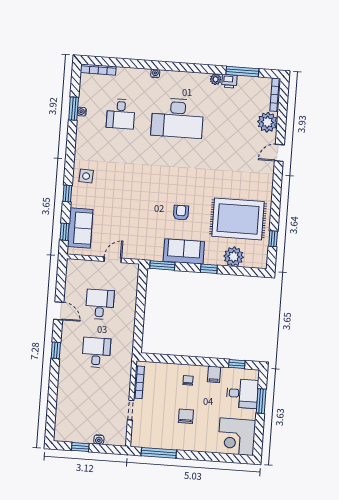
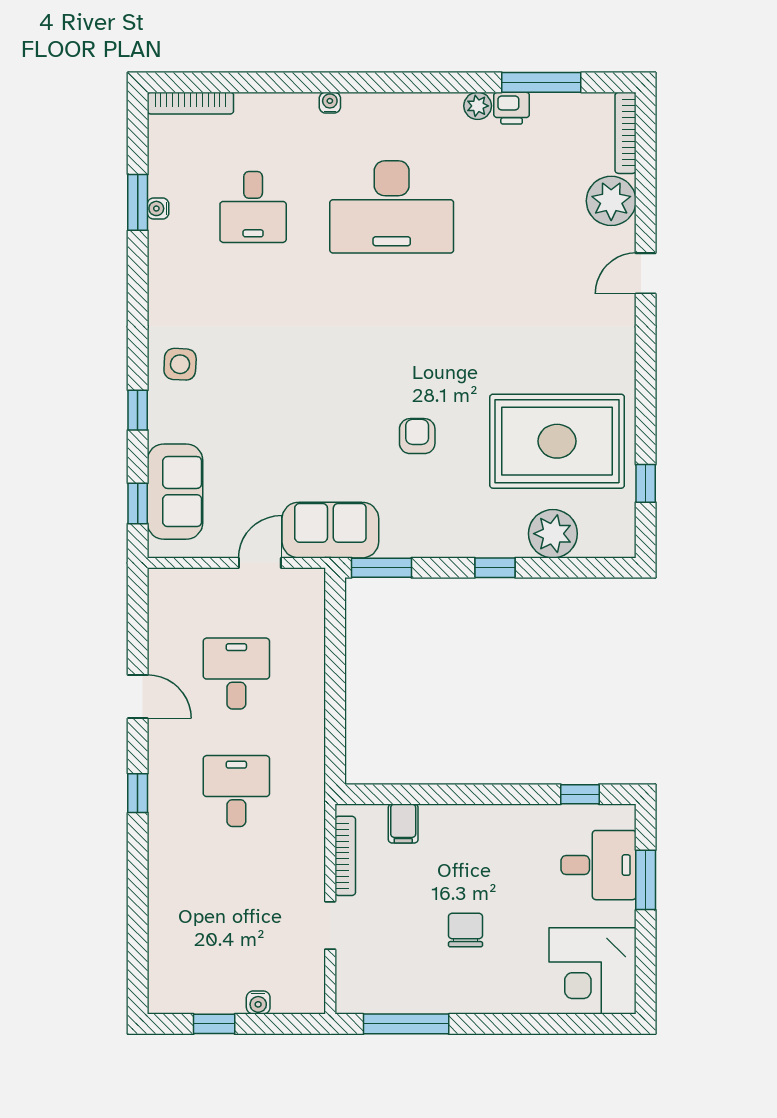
sofa: (184, 251) -> (330, 530), moved
filing cabinet: (214, 374) -> (403, 824), moved
chair: (188, 380) -> (464, 843), removed

